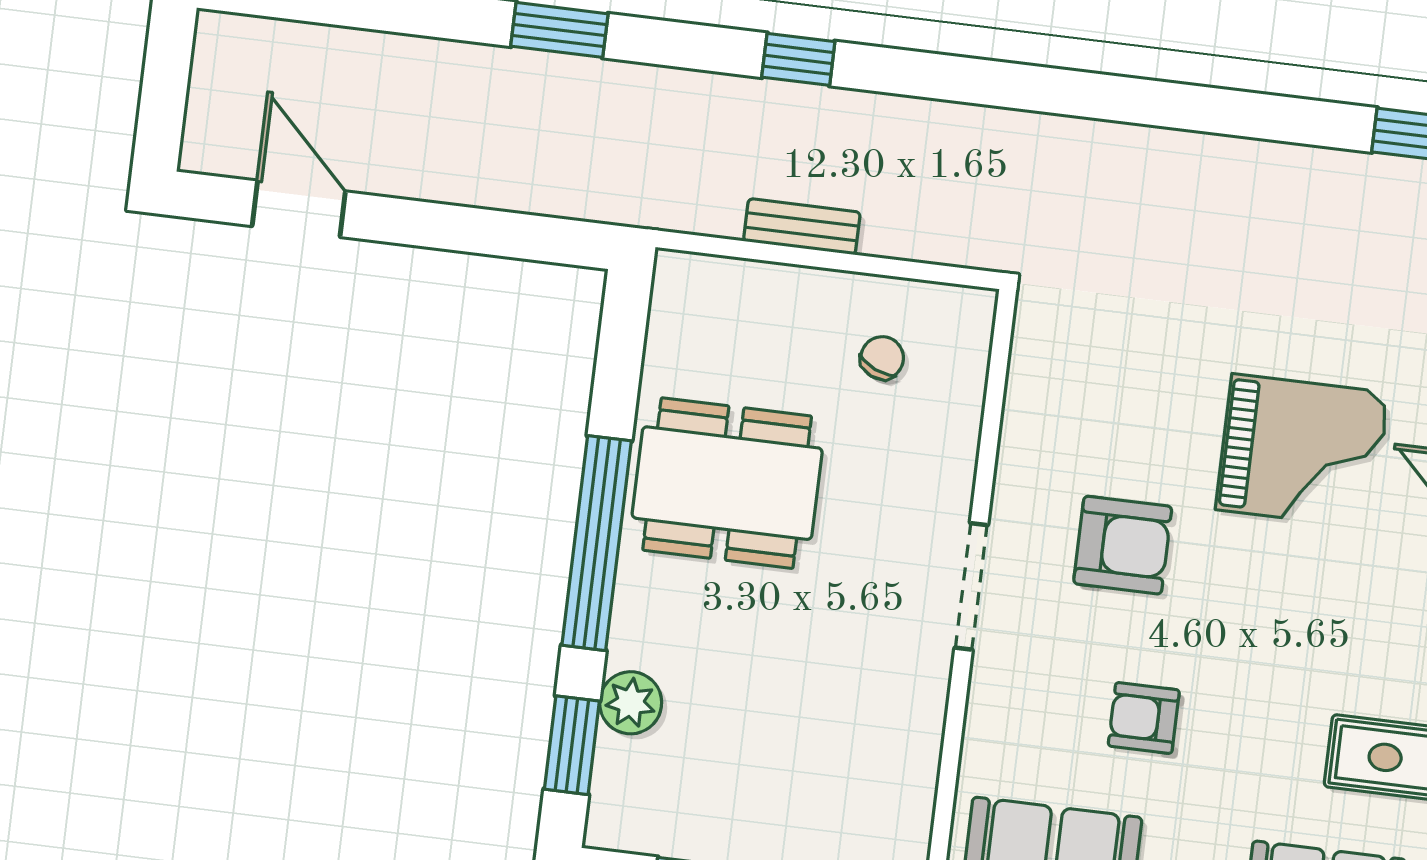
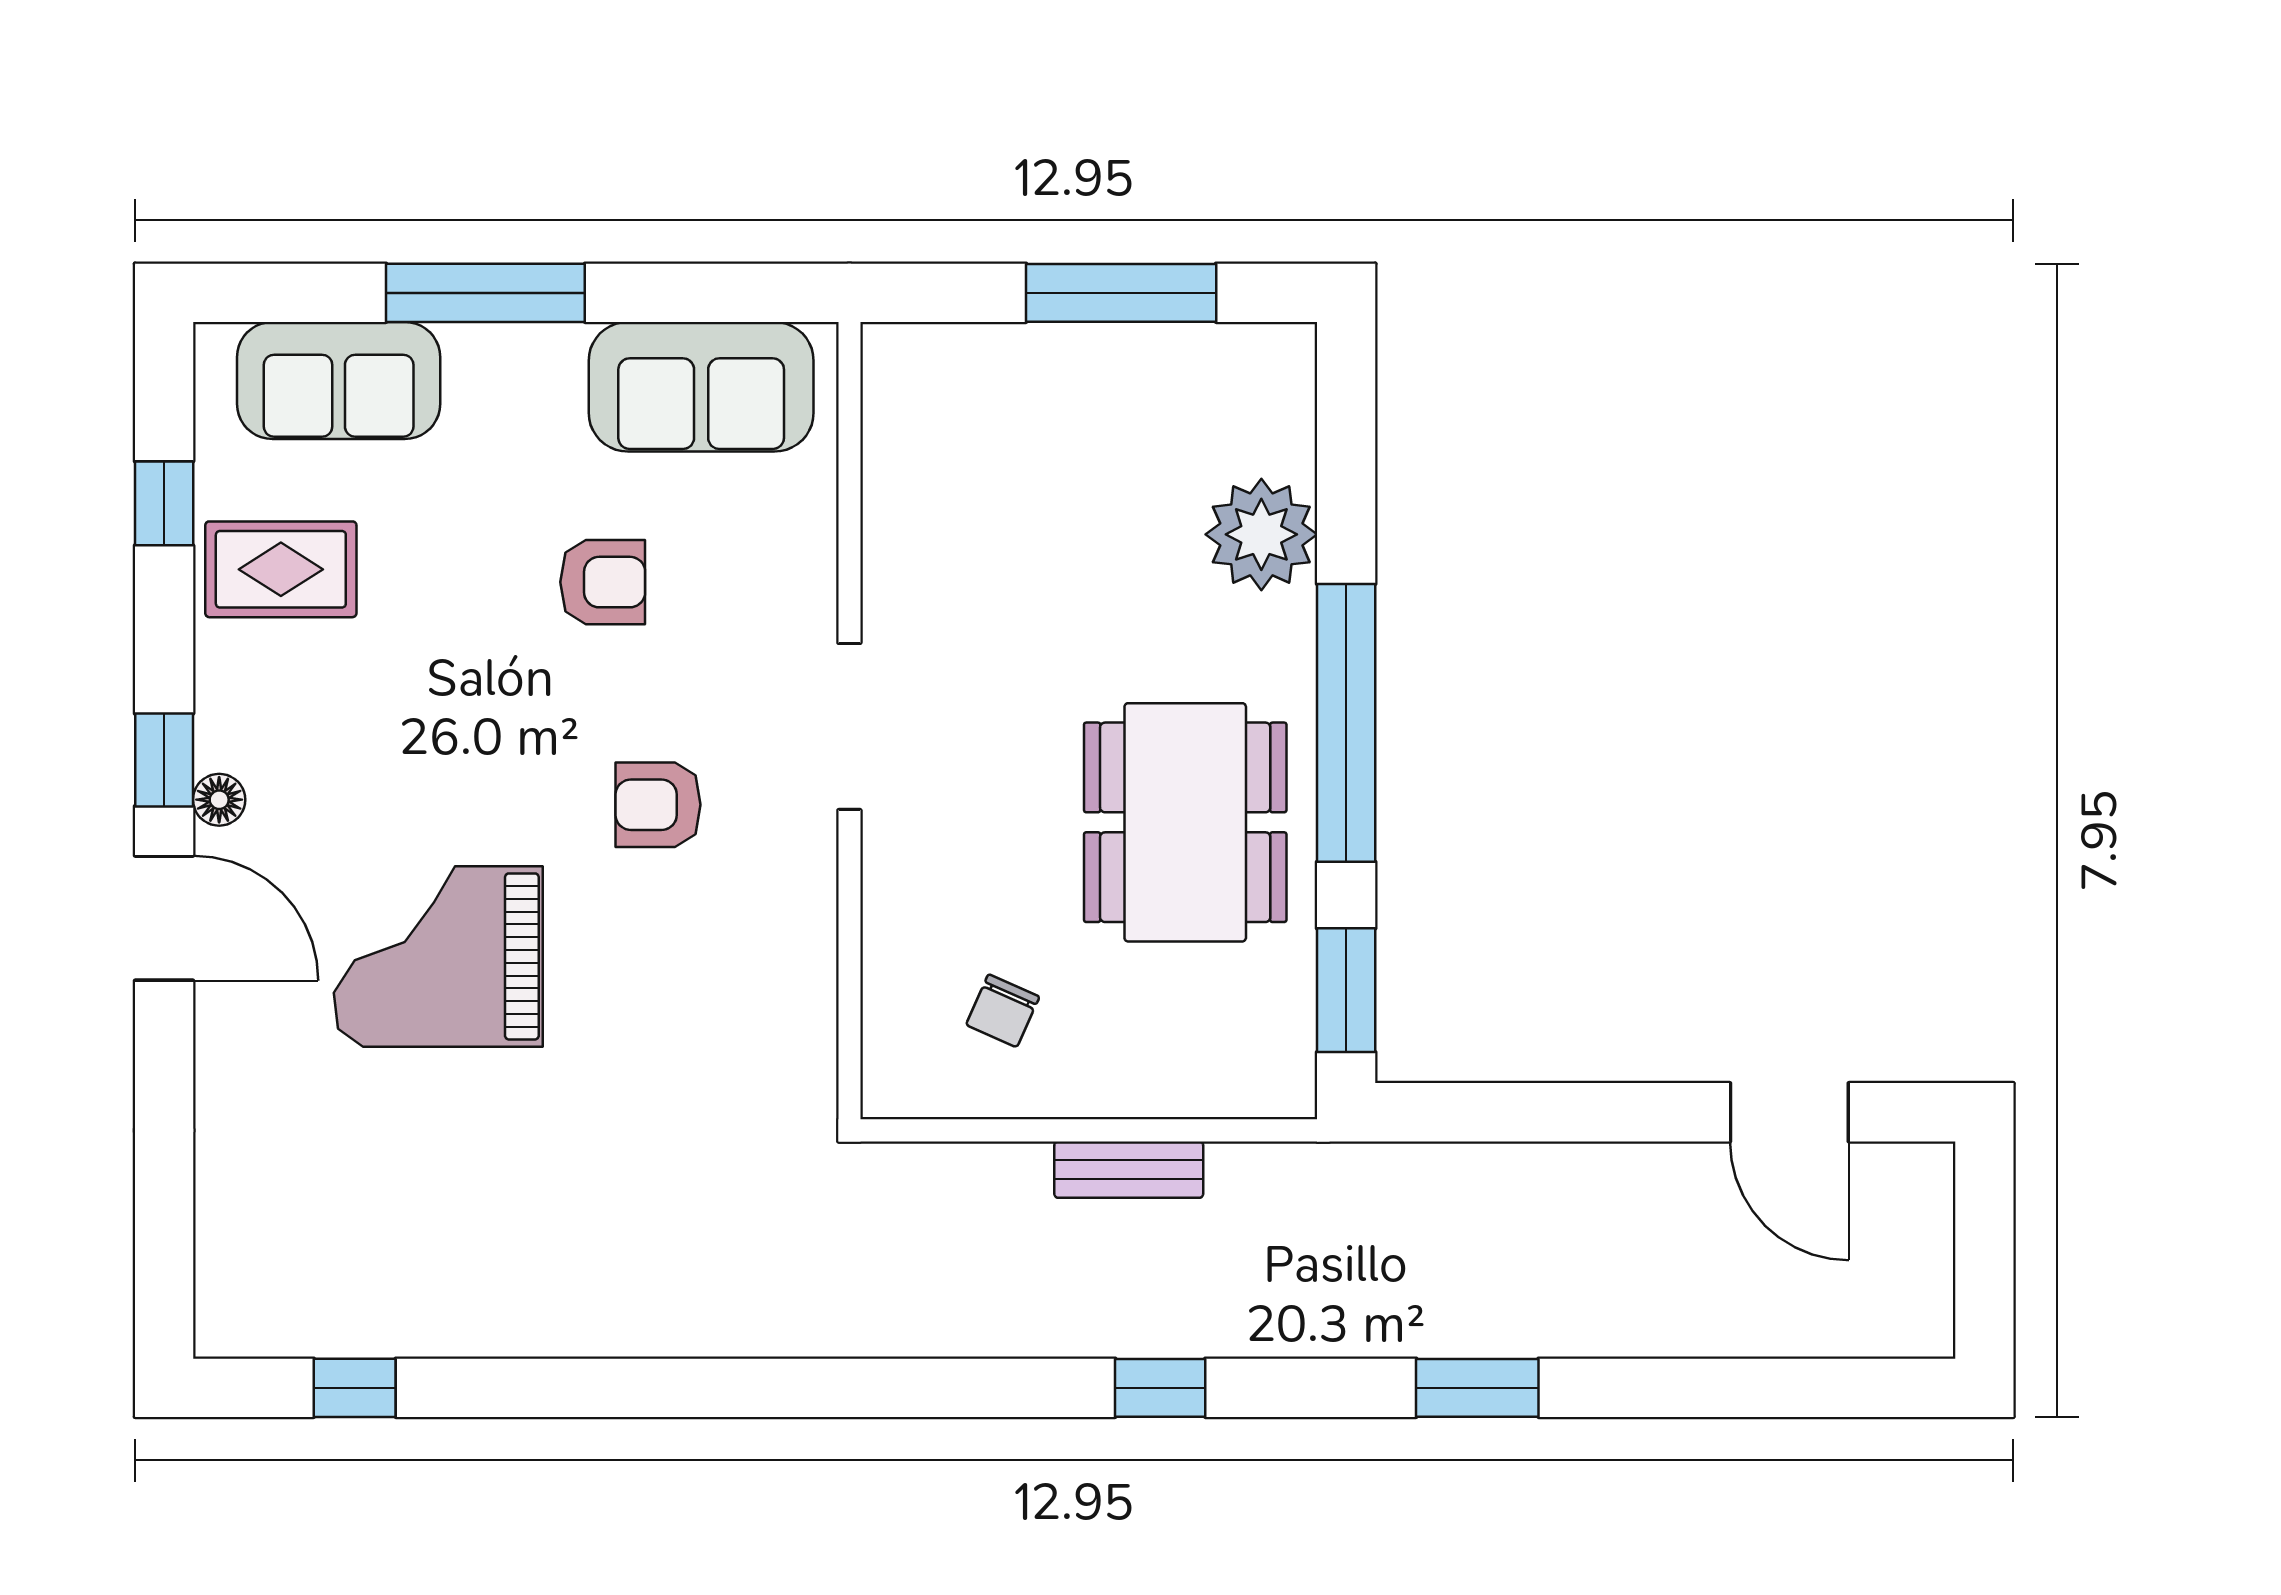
dining table: (727, 483) -> (1185, 822), turned 90
armchair: (1123, 545) -> (658, 805), width x0.72, depth x0.72
plant: (631, 703) -> (1261, 534), width x1.36, depth x1.36
window: (572, 745) -> (1346, 990), moved

